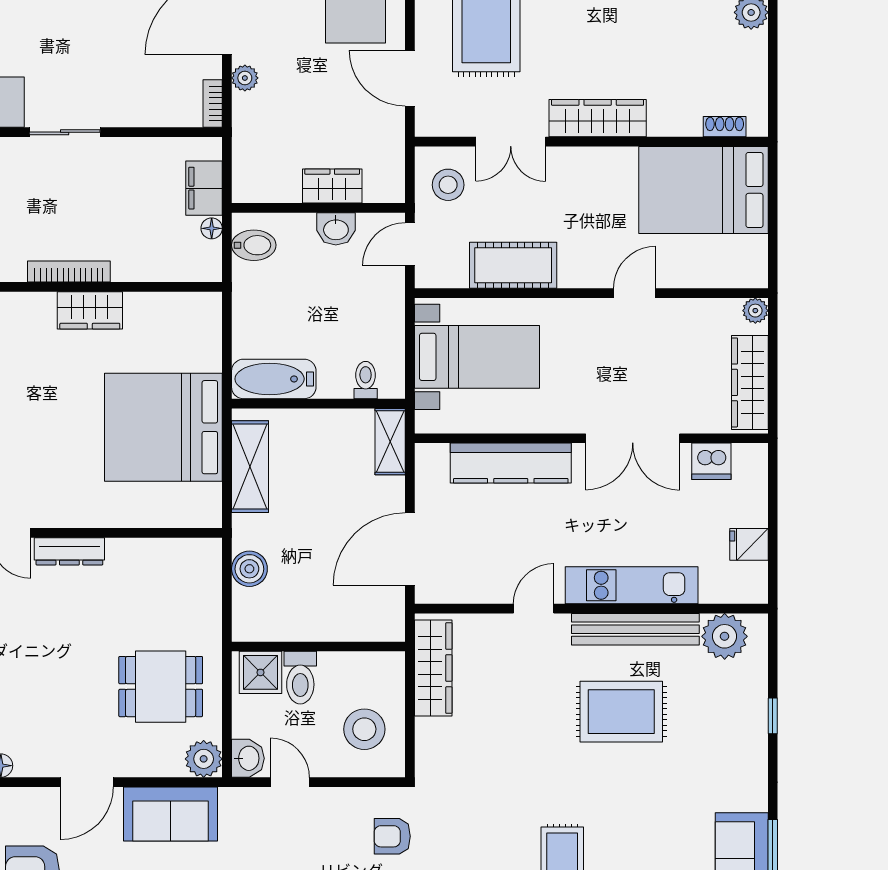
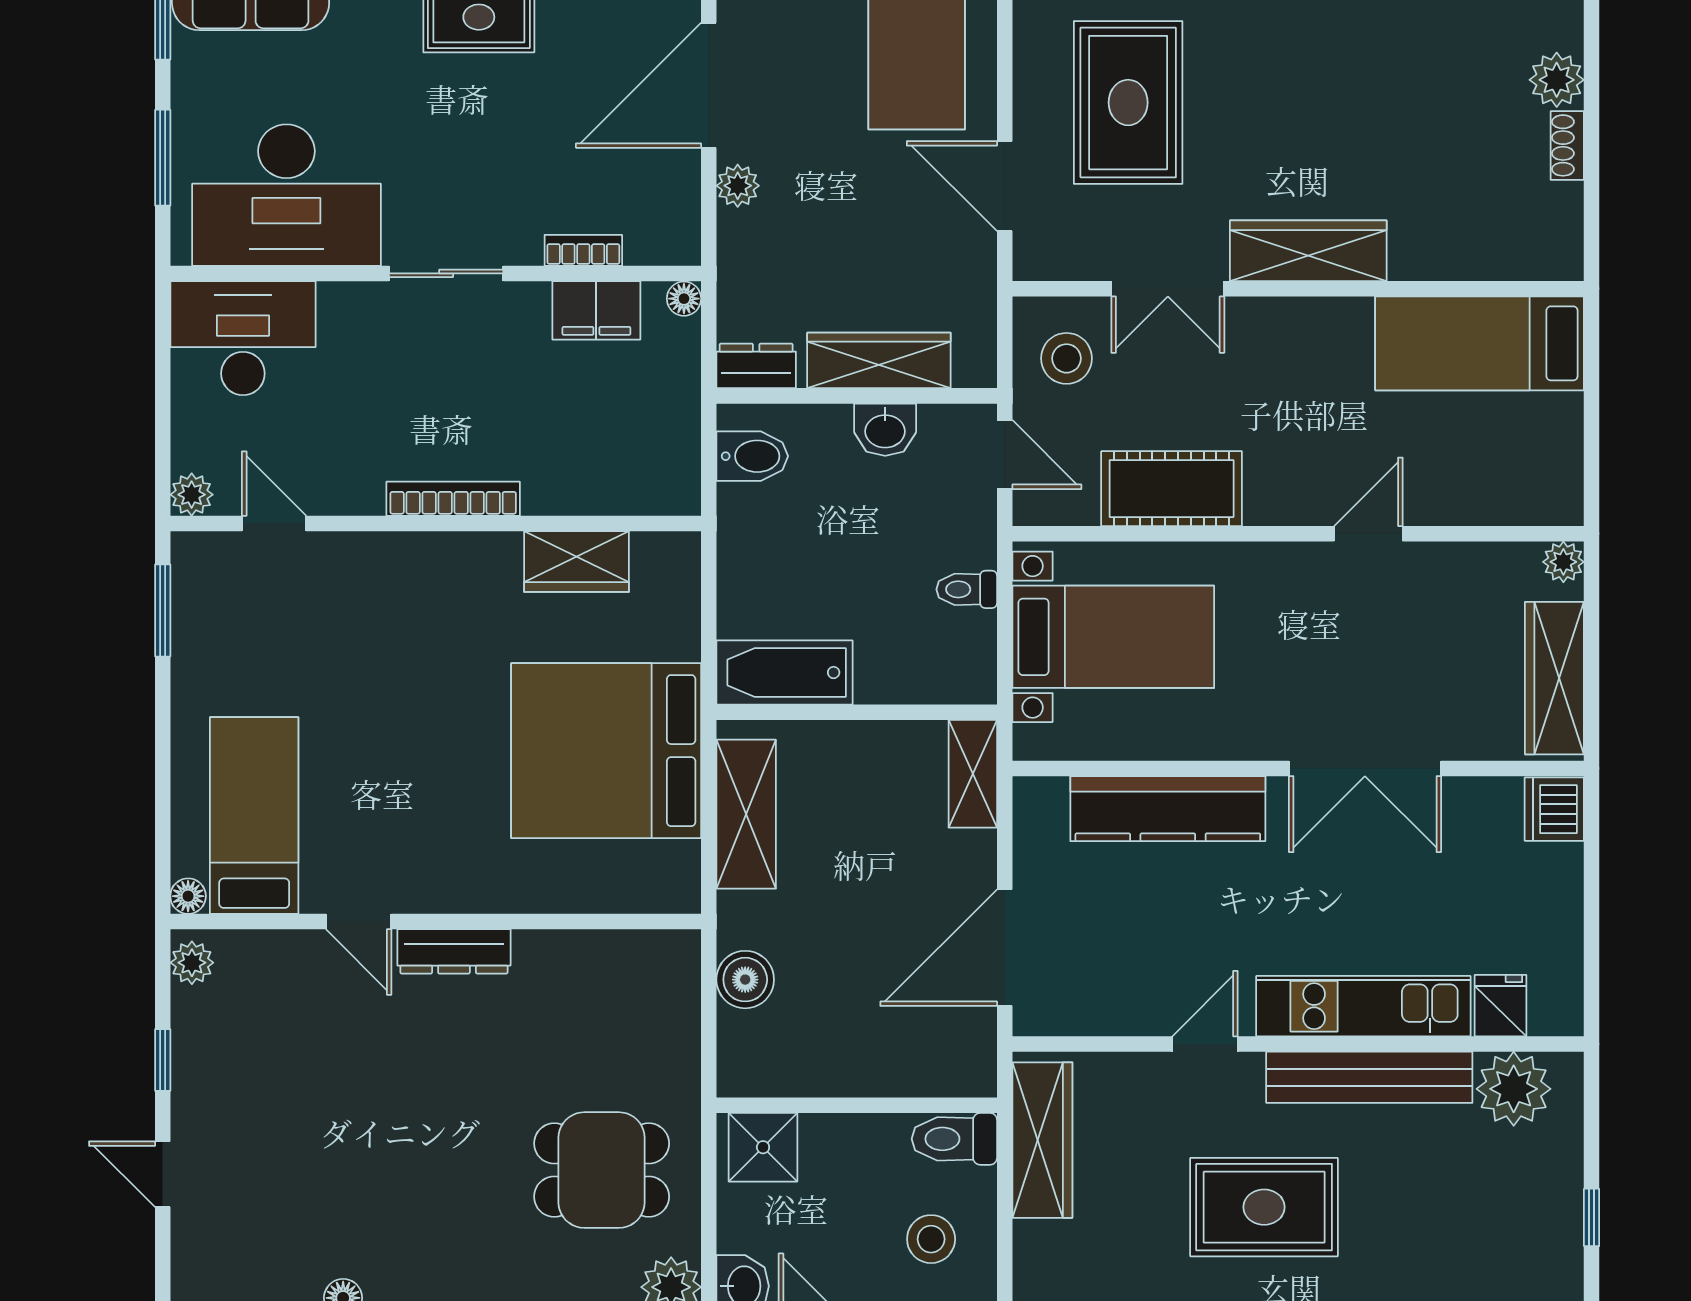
bookcase: (213, 104) -> (583, 250), moved, turned 90
shoe rack: (725, 127) -> (1567, 145), moved, turned -90
wardrobe: (332, 186) -> (879, 360), width x1.50
filing cabinet: (204, 188) -> (596, 310), moved, turned -90
dresser: (256, 189) -> (756, 366), added
bed: (703, 190) -> (1480, 343), width x0.67
floor lamp: (212, 228) -> (684, 299), moved
door: (410, 244) -> (1005, 454), swing flipped
wardrobe: (90, 310) -> (576, 562), moved
toilet: (366, 380) -> (967, 589), moved, turned -90
dishwasher: (711, 461) -> (1554, 809), moved, turned 90
fridge: (749, 544) -> (1500, 1006), moved, turned 90
toilet: (300, 678) -> (954, 1139), moved, turned 90
rug: (621, 712) -> (1264, 1207), moved
stool: (364, 729) -> (931, 1239), width x0.73, depth x0.73

